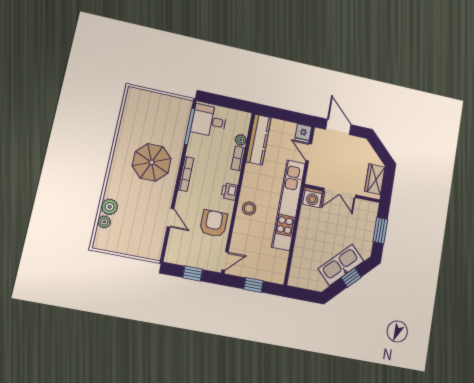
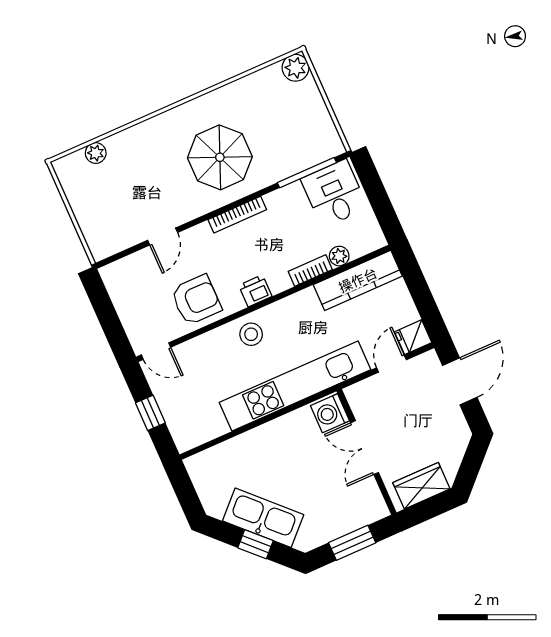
plant: (110, 207) -> (296, 68), moved
window: (193, 274) -> (109, 319), removed

